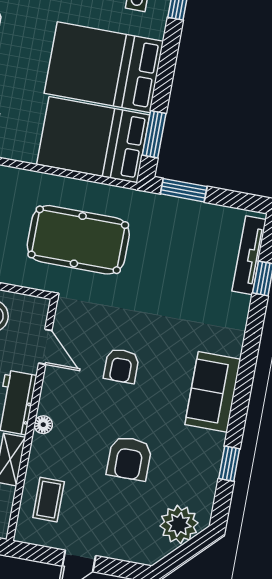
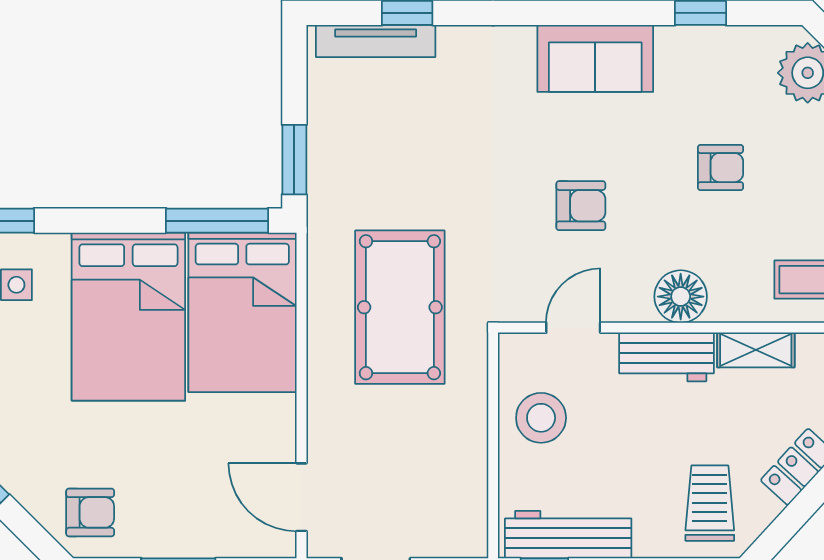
window: (154, 134) -> (217, 221), width x1.44
floor lamp: (43, 425) -> (681, 297), width x1.89, depth x1.89
armchair: (129, 458) -> (721, 168), width x0.72, depth x0.72

